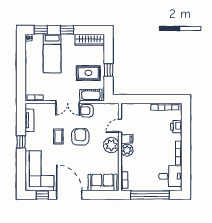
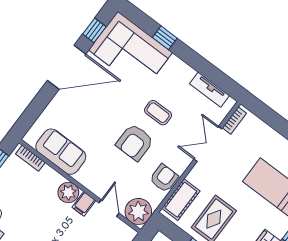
double door: (68, 102) -> (208, 144), moved
armchair: (80, 137) -> (135, 142), turned 90
window: (21, 142) -> (165, 38), moved
plant: (111, 145) -> (138, 211), moved
sofa: (102, 183) -> (61, 152), moved, turned -90

